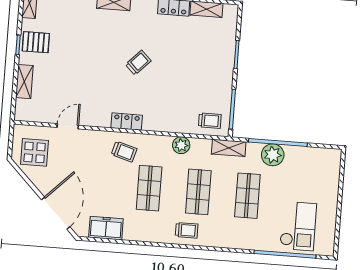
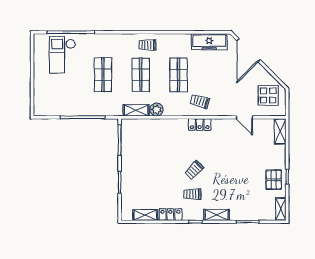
pallet: (36, 42) -> (274, 180), turned 90
shelving: (24, 82) -> (280, 131), moved
trolley: (210, 121) -> (192, 194), moved
door: (68, 126) -> (244, 117), hinge flipped
shelving: (229, 148) -> (136, 110), moved
plant: (273, 155) -> (86, 108), removed
freezer: (106, 228) -> (209, 42), width x1.40

